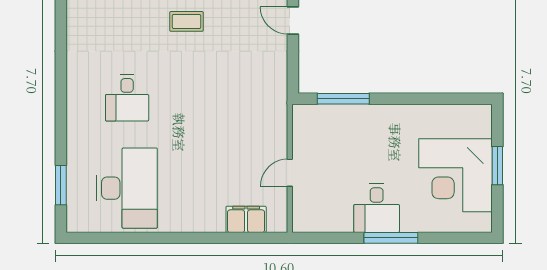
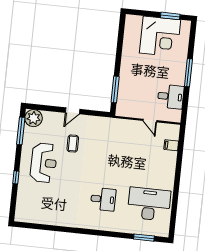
coffee table: (186, 21) -> (73, 144), moved
window: (497, 166) -> (170, 16), moved
desk: (377, 208) -> (171, 97), moved
filing cabinet: (246, 219) -> (171, 145), width x0.50

